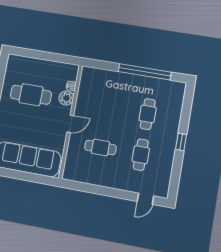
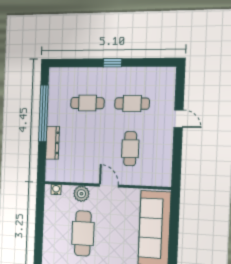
dresser: (116, 77) -> (52, 143), added
water cooler: (71, 86) -> (56, 190), moved
door: (145, 199) -> (179, 119), moved

